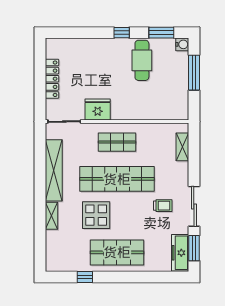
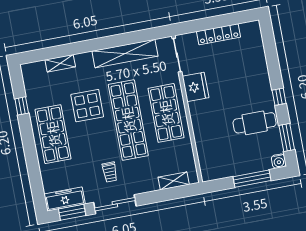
shop shelf: (117, 142) -> (166, 113), width x1.43, depth x1.36
shelving: (51, 216) -> (60, 63), moved

